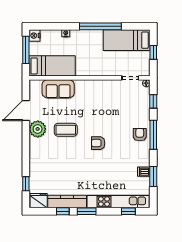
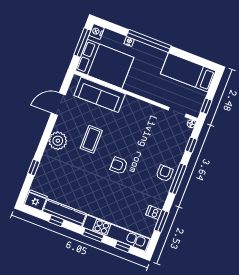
window: (100, 26) -> (149, 41), moved
window: (153, 52) -> (206, 106), moved
bed: (52, 66) -> (105, 64), width x1.50
sofa: (58, 89) -> (100, 95), width x1.36
plant: (38, 129) -> (58, 141), moved
coffee table: (66, 130) -> (91, 139), turned 90
window: (26, 184) -> (34, 167), moved
window: (87, 211) -> (93, 235), moved

